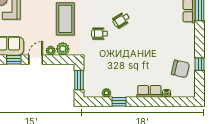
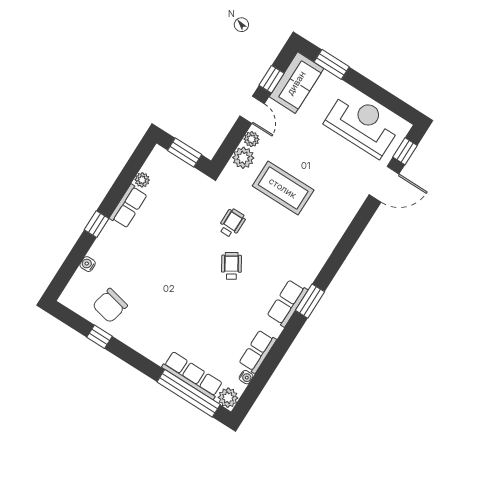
row of seats: (149, 91) -> (128, 206), moved
window: (119, 102) -> (97, 224), moved

